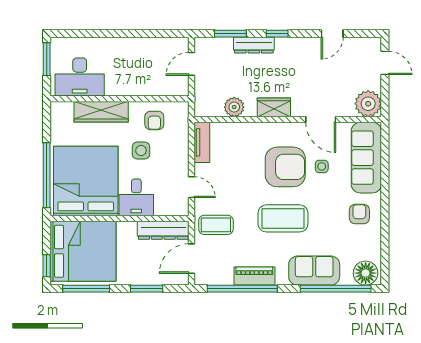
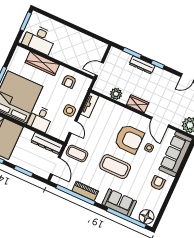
door: (192, 64) -> (99, 69), moved
side table: (141, 151) -> (69, 110), moved
door: (192, 259) -> (55, 166), swing flipped

